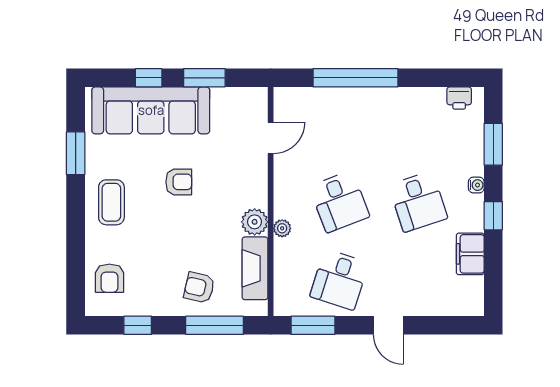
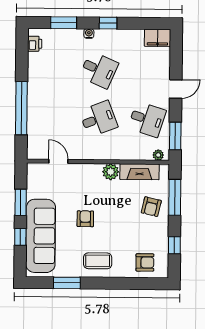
desk: (418, 202) -> (99, 70), turned 42
plant: (282, 228) -> (158, 155), moved
filing cabinet: (470, 254) -> (158, 38), moved

